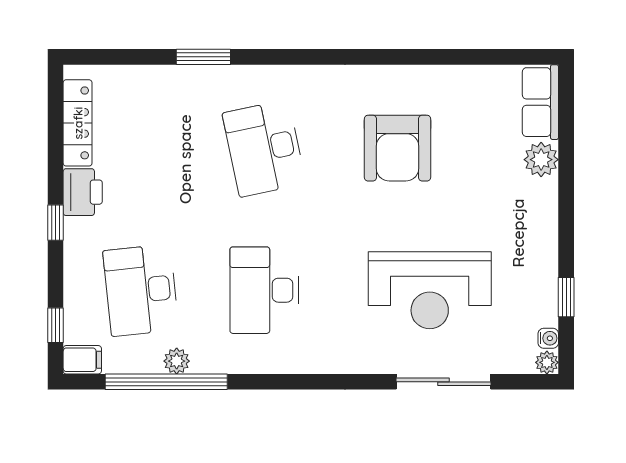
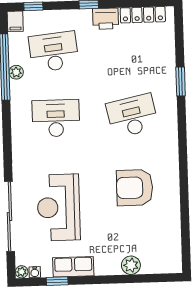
row of seats: (540, 102) -> (73, 267), moved
sliding door: (443, 382) -> (9, 216), width x1.36

